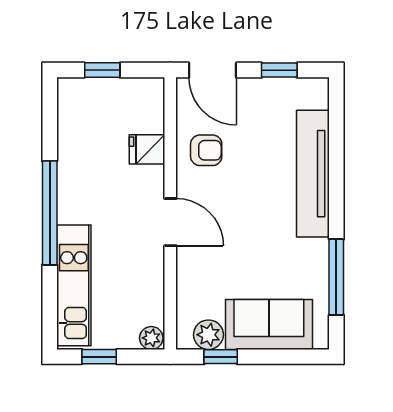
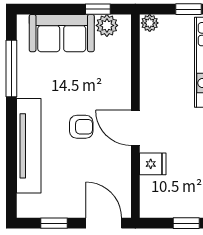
armchair: (206, 150) -> (81, 127), moved, turned 180
door: (170, 222) -> (135, 128), moved

